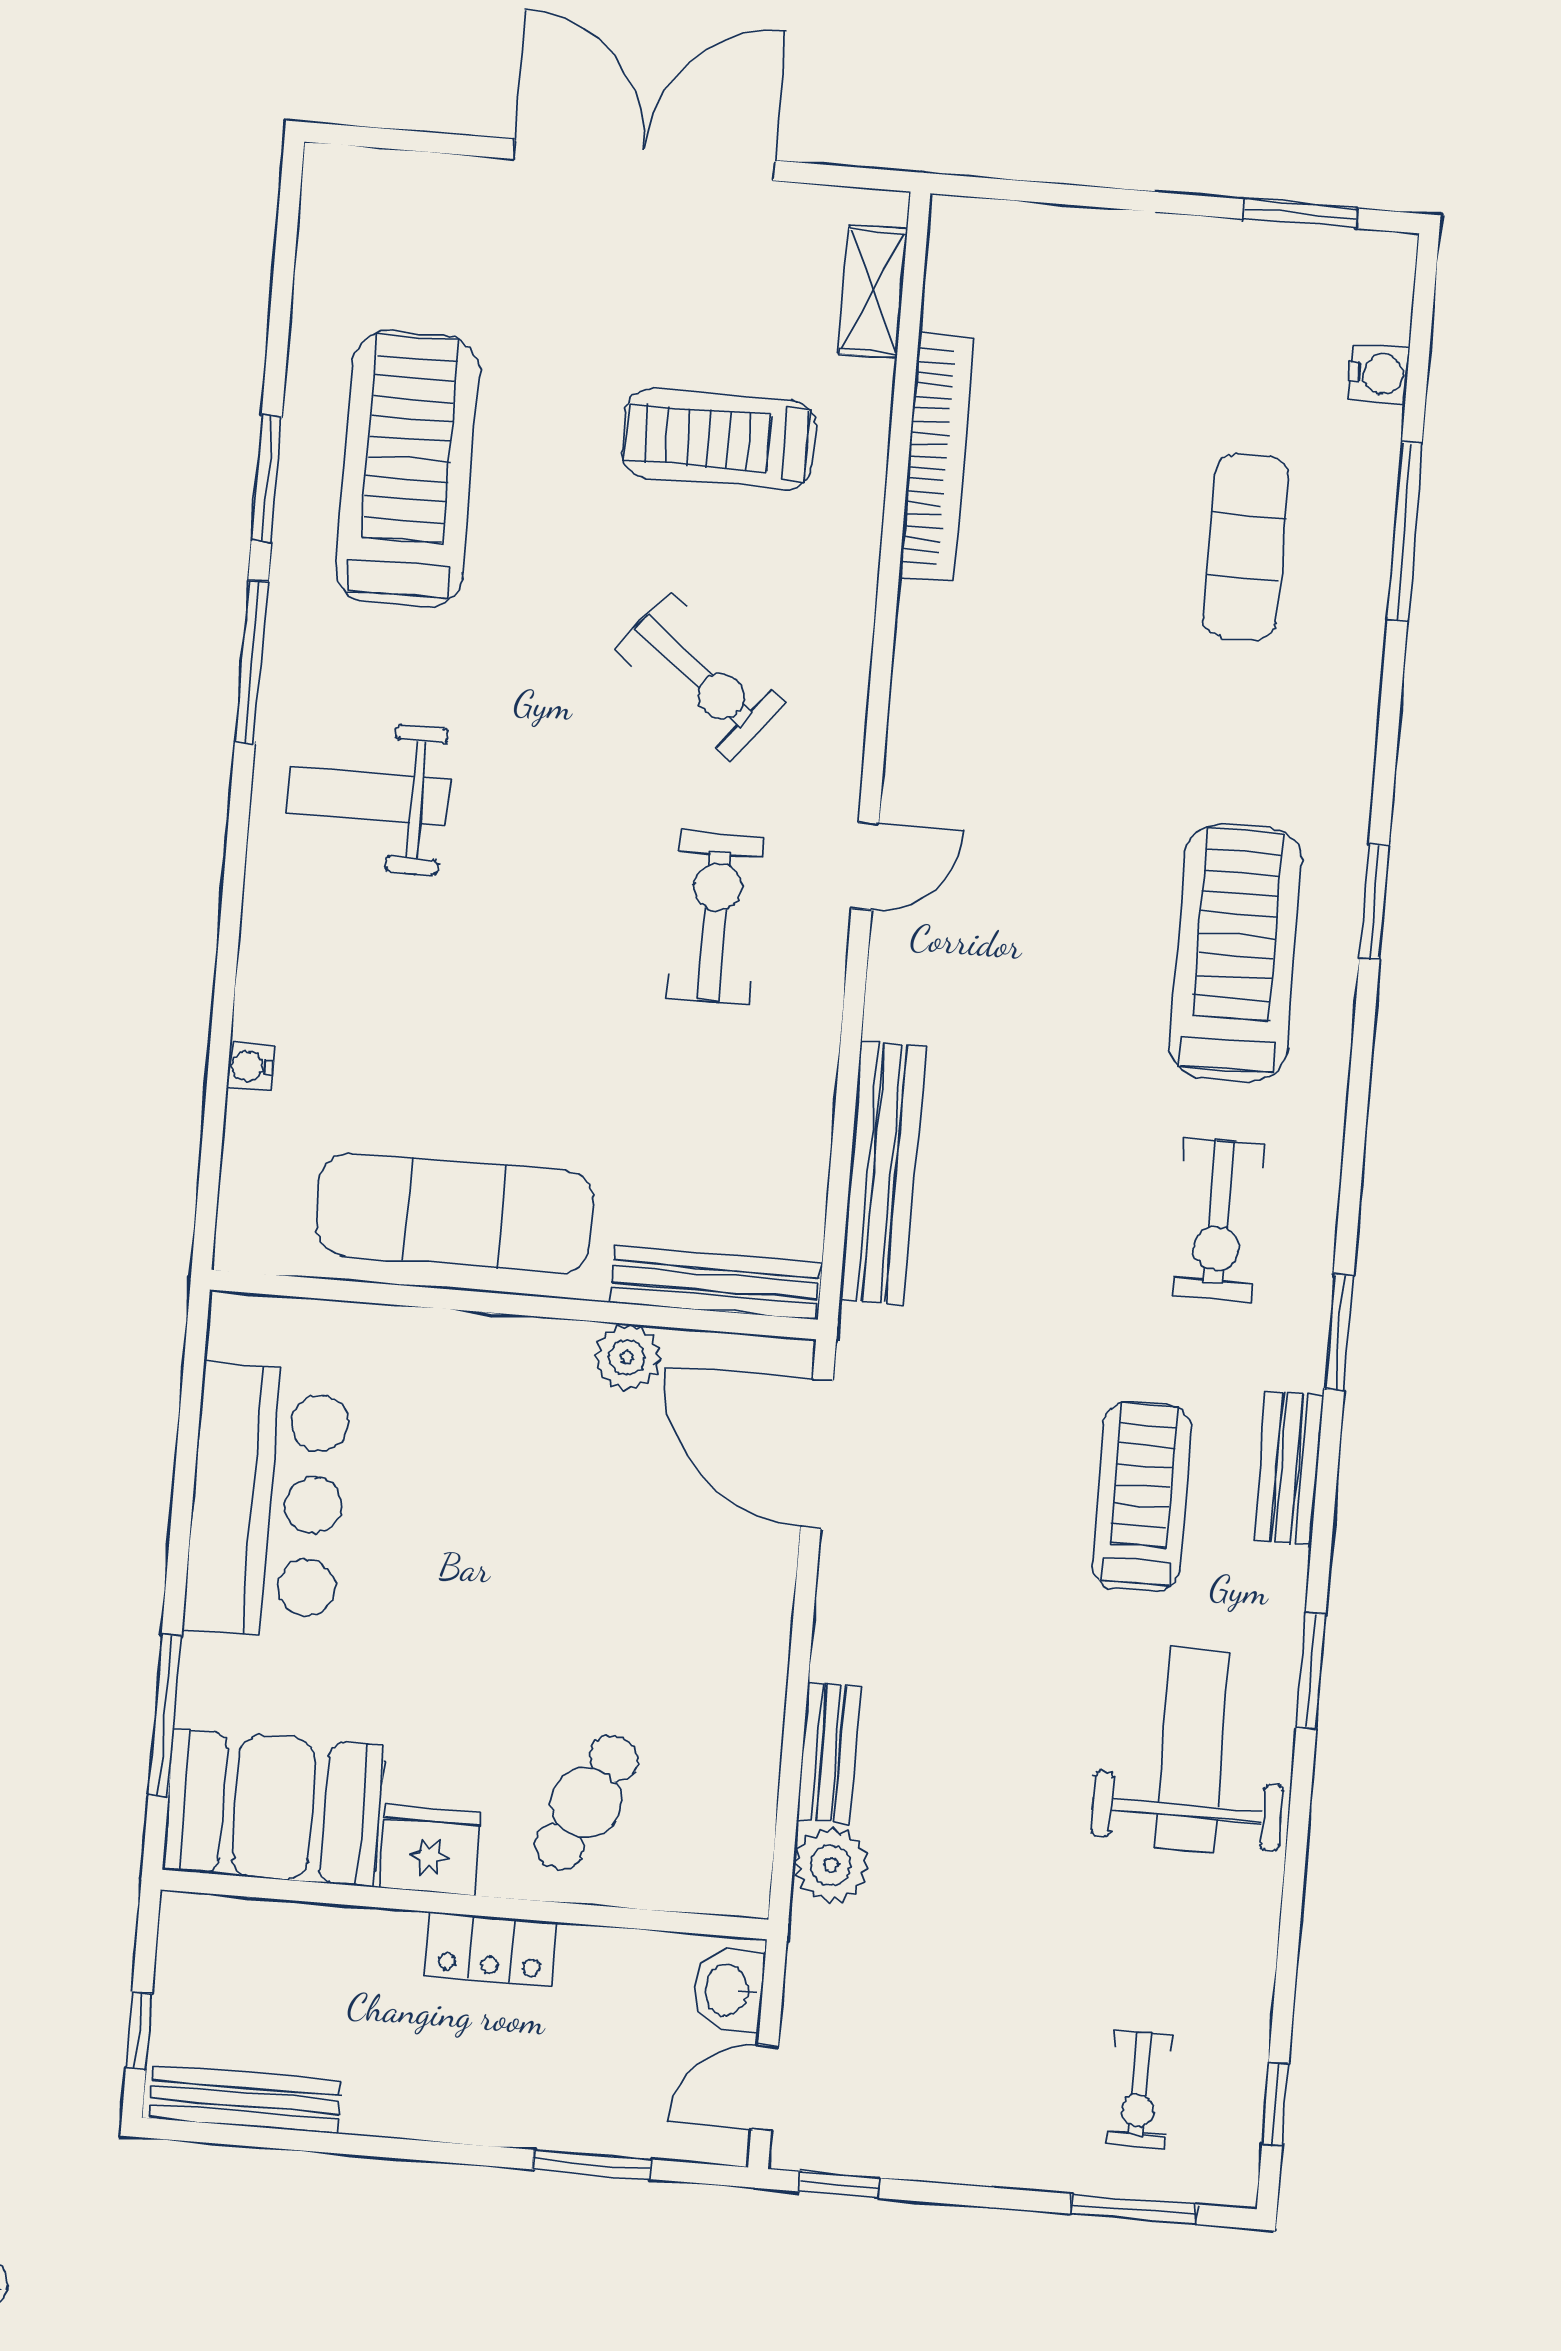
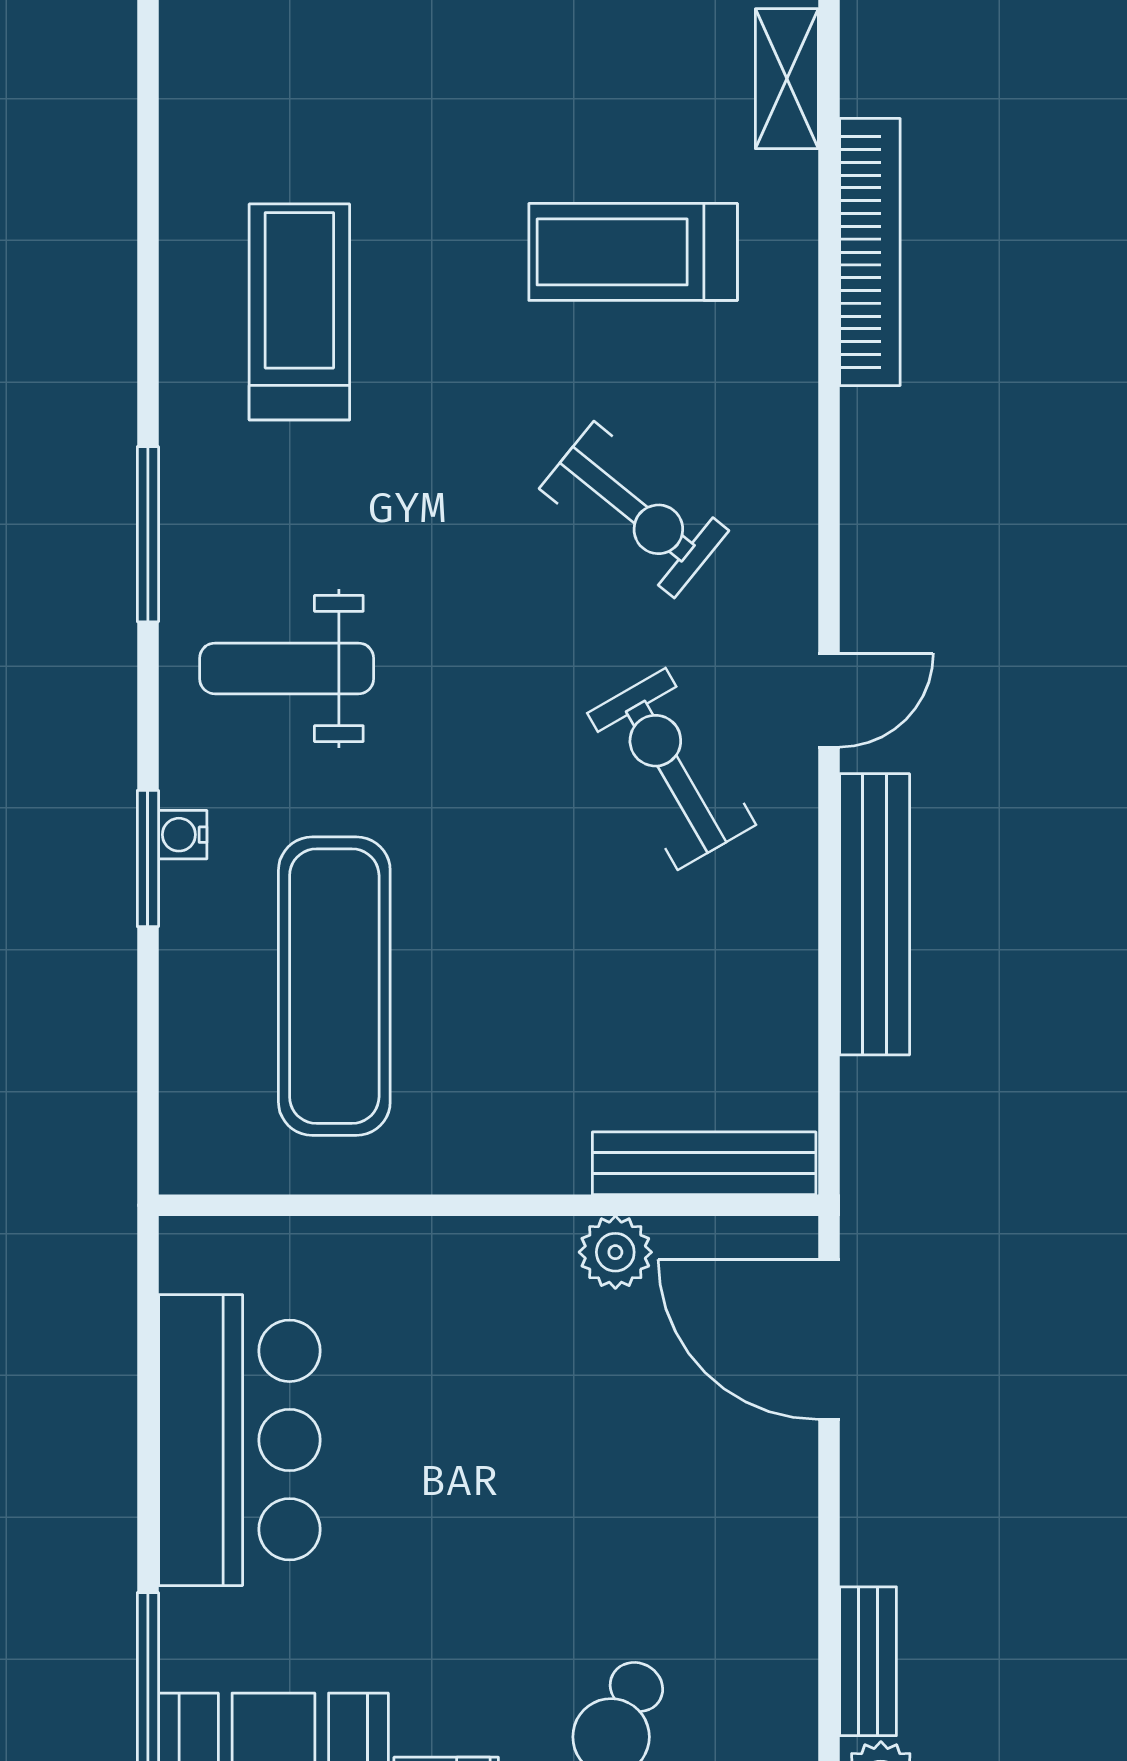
treadmill: (408, 469) -> (299, 312), width x0.73, depth x0.73
window: (267, 478) -> (148, 858), moved
exercise bike: (715, 917) -> (672, 769), turned -30
water cooler: (251, 1066) -> (183, 835), moved
bench: (882, 1173) -> (875, 914), moved
exercise mat: (455, 1213) -> (334, 986), moved, turned 90

